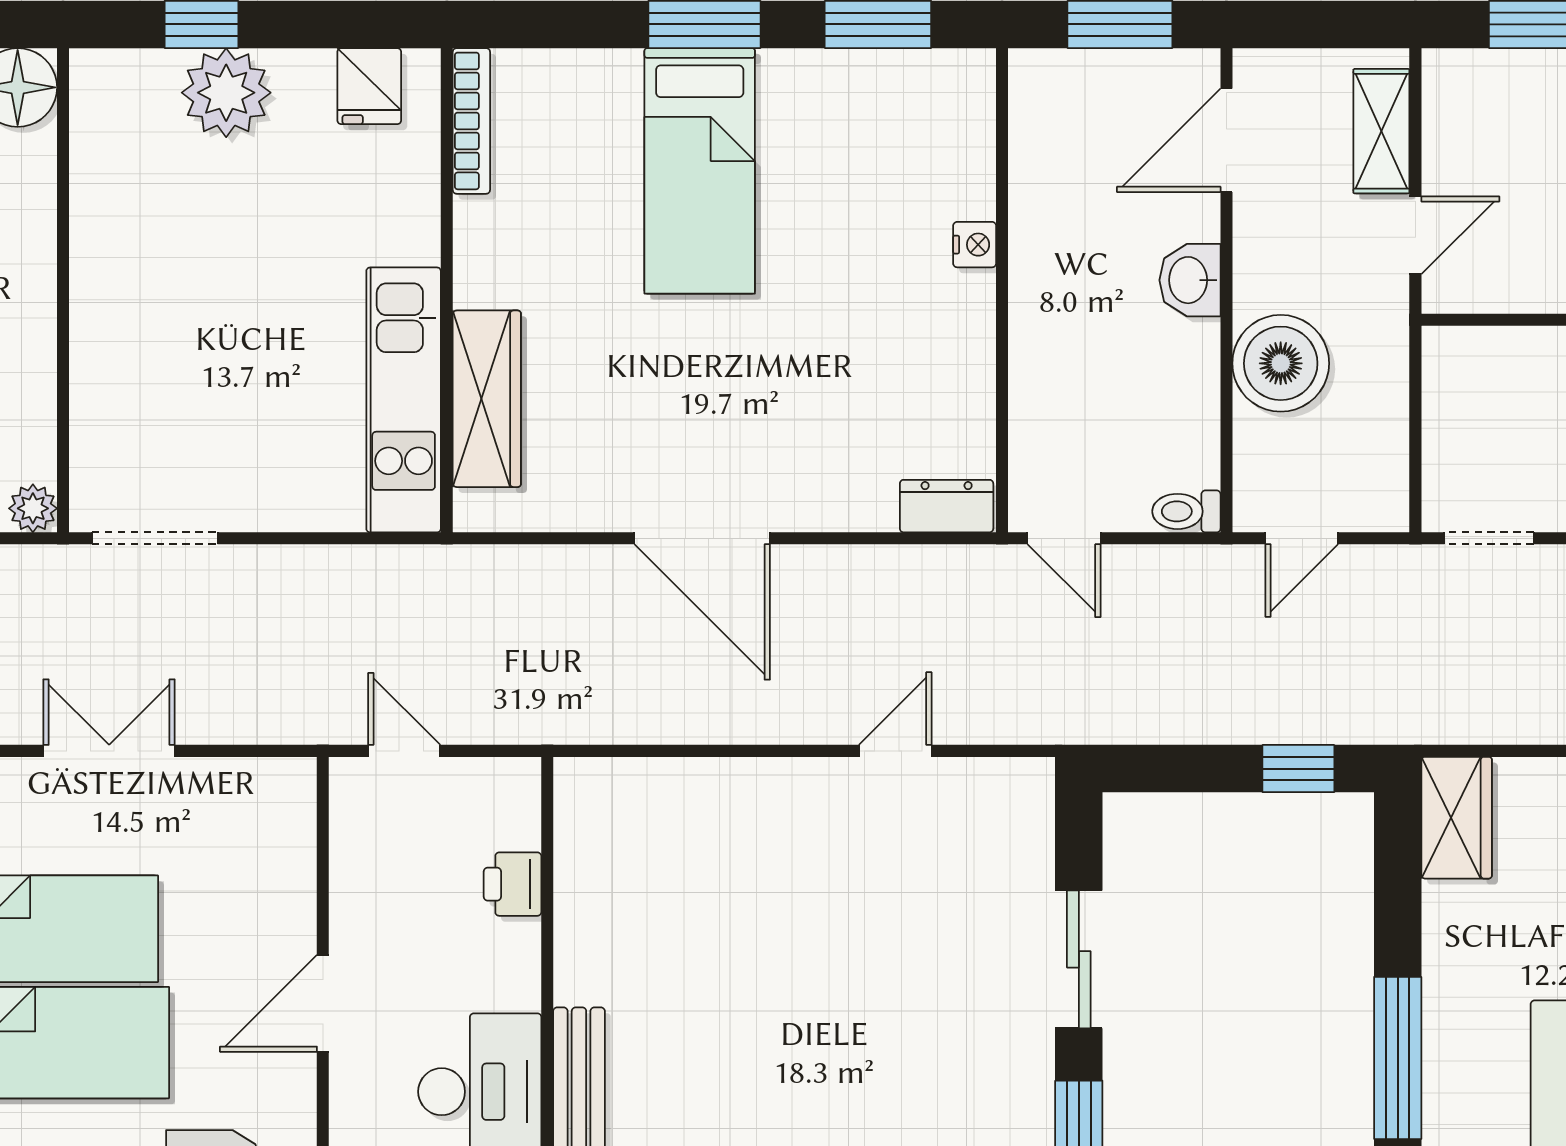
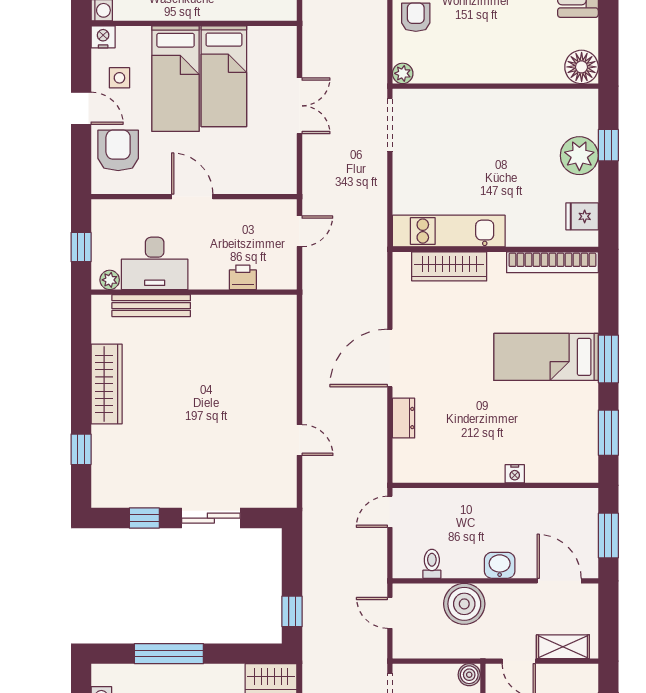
bookcase: (471, 121) -> (552, 262), width x1.48, depth x1.31
boiler: (1447, 352) -> (469, 675), added
dresser: (947, 506) -> (404, 418), moved
toilet: (1186, 511) -> (432, 564), moved

